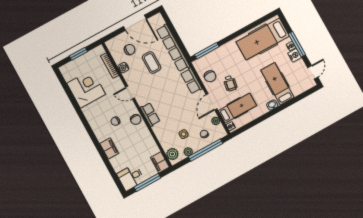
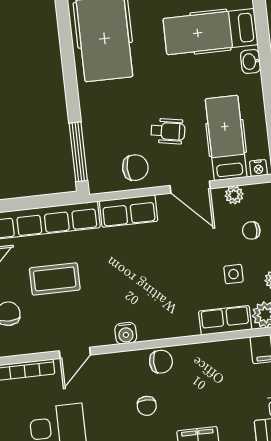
water cooler: (123, 68) -> (126, 333), moved
door: (130, 93) -> (75, 353), moved
row of seats: (150, 114) -> (225, 320), moved

